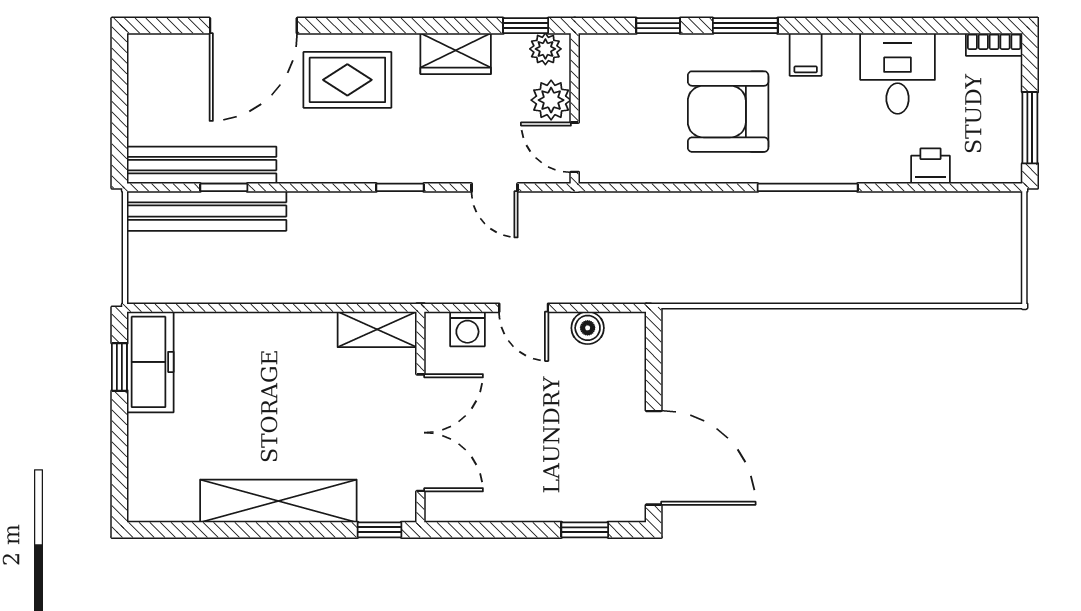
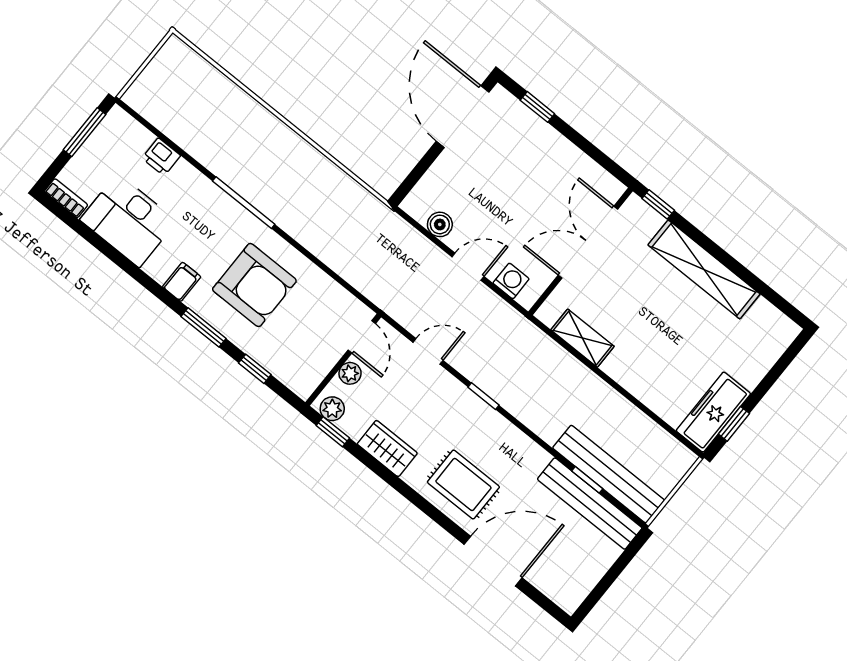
desk: (898, 74) -> (128, 220), width x1.37
plant: (551, 100) -> (350, 373), width x0.73, depth x0.73
door: (495, 187) -> (428, 351), hinge flipped
door: (524, 308) -> (468, 267), hinge flipped
shelving: (377, 329) -> (583, 338), moved

